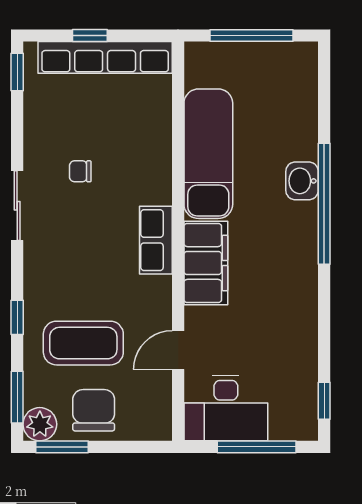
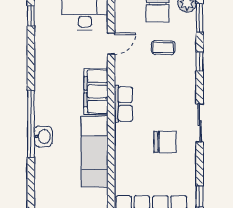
chair: (80, 171) -> (165, 142), width x1.87, depth x1.87
coffee table: (83, 343) -> (163, 47), width x0.54, depth x0.58

